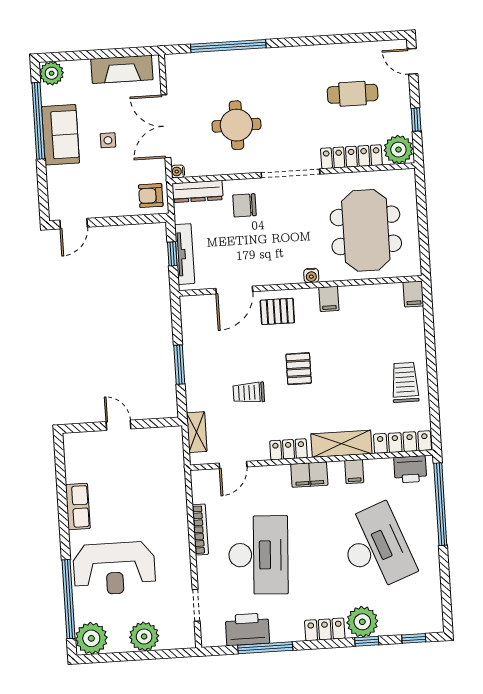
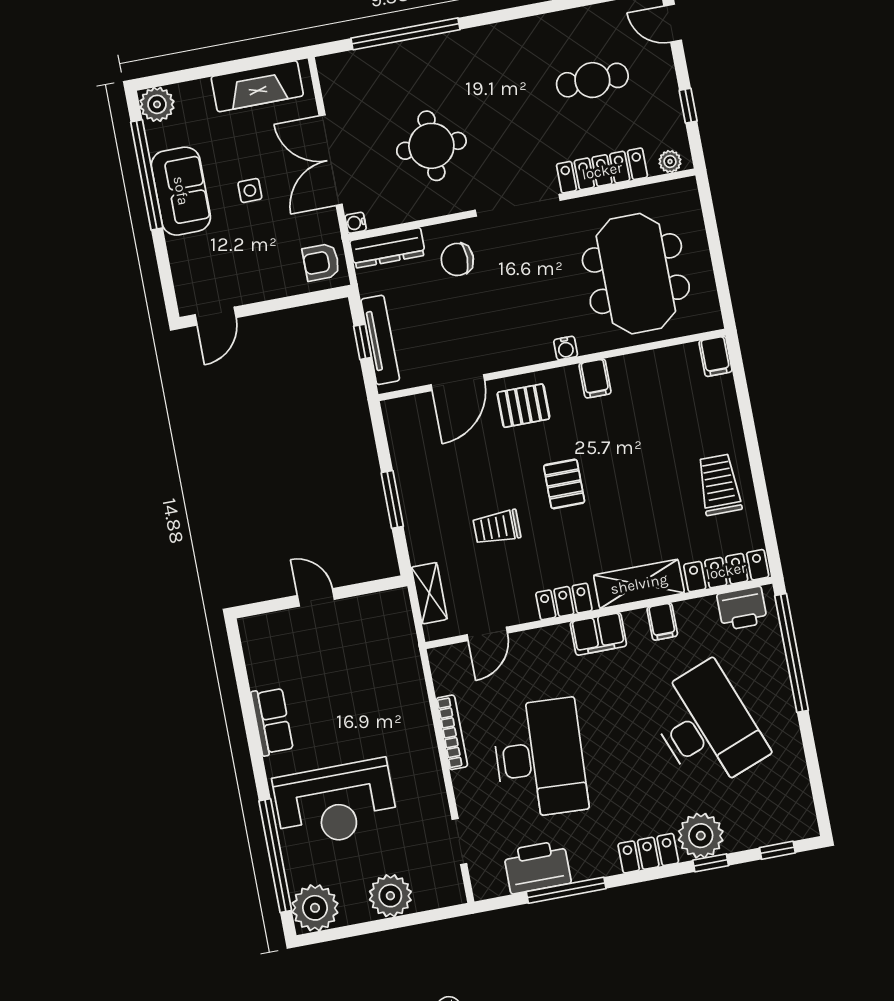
plant: (398, 150) -> (670, 162), width x0.53, depth x0.53

